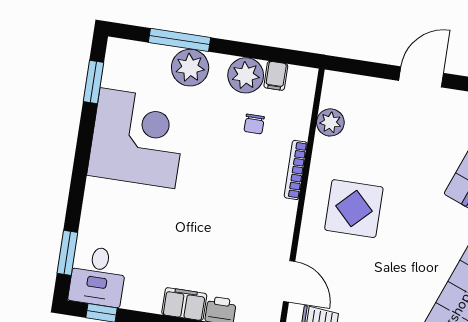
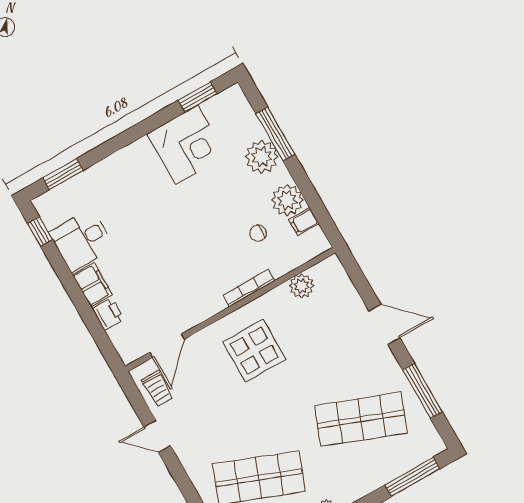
corner desk: (137, 138) -> (187, 145), width x0.74, depth x0.74
desk: (98, 276) -> (82, 240), moved

